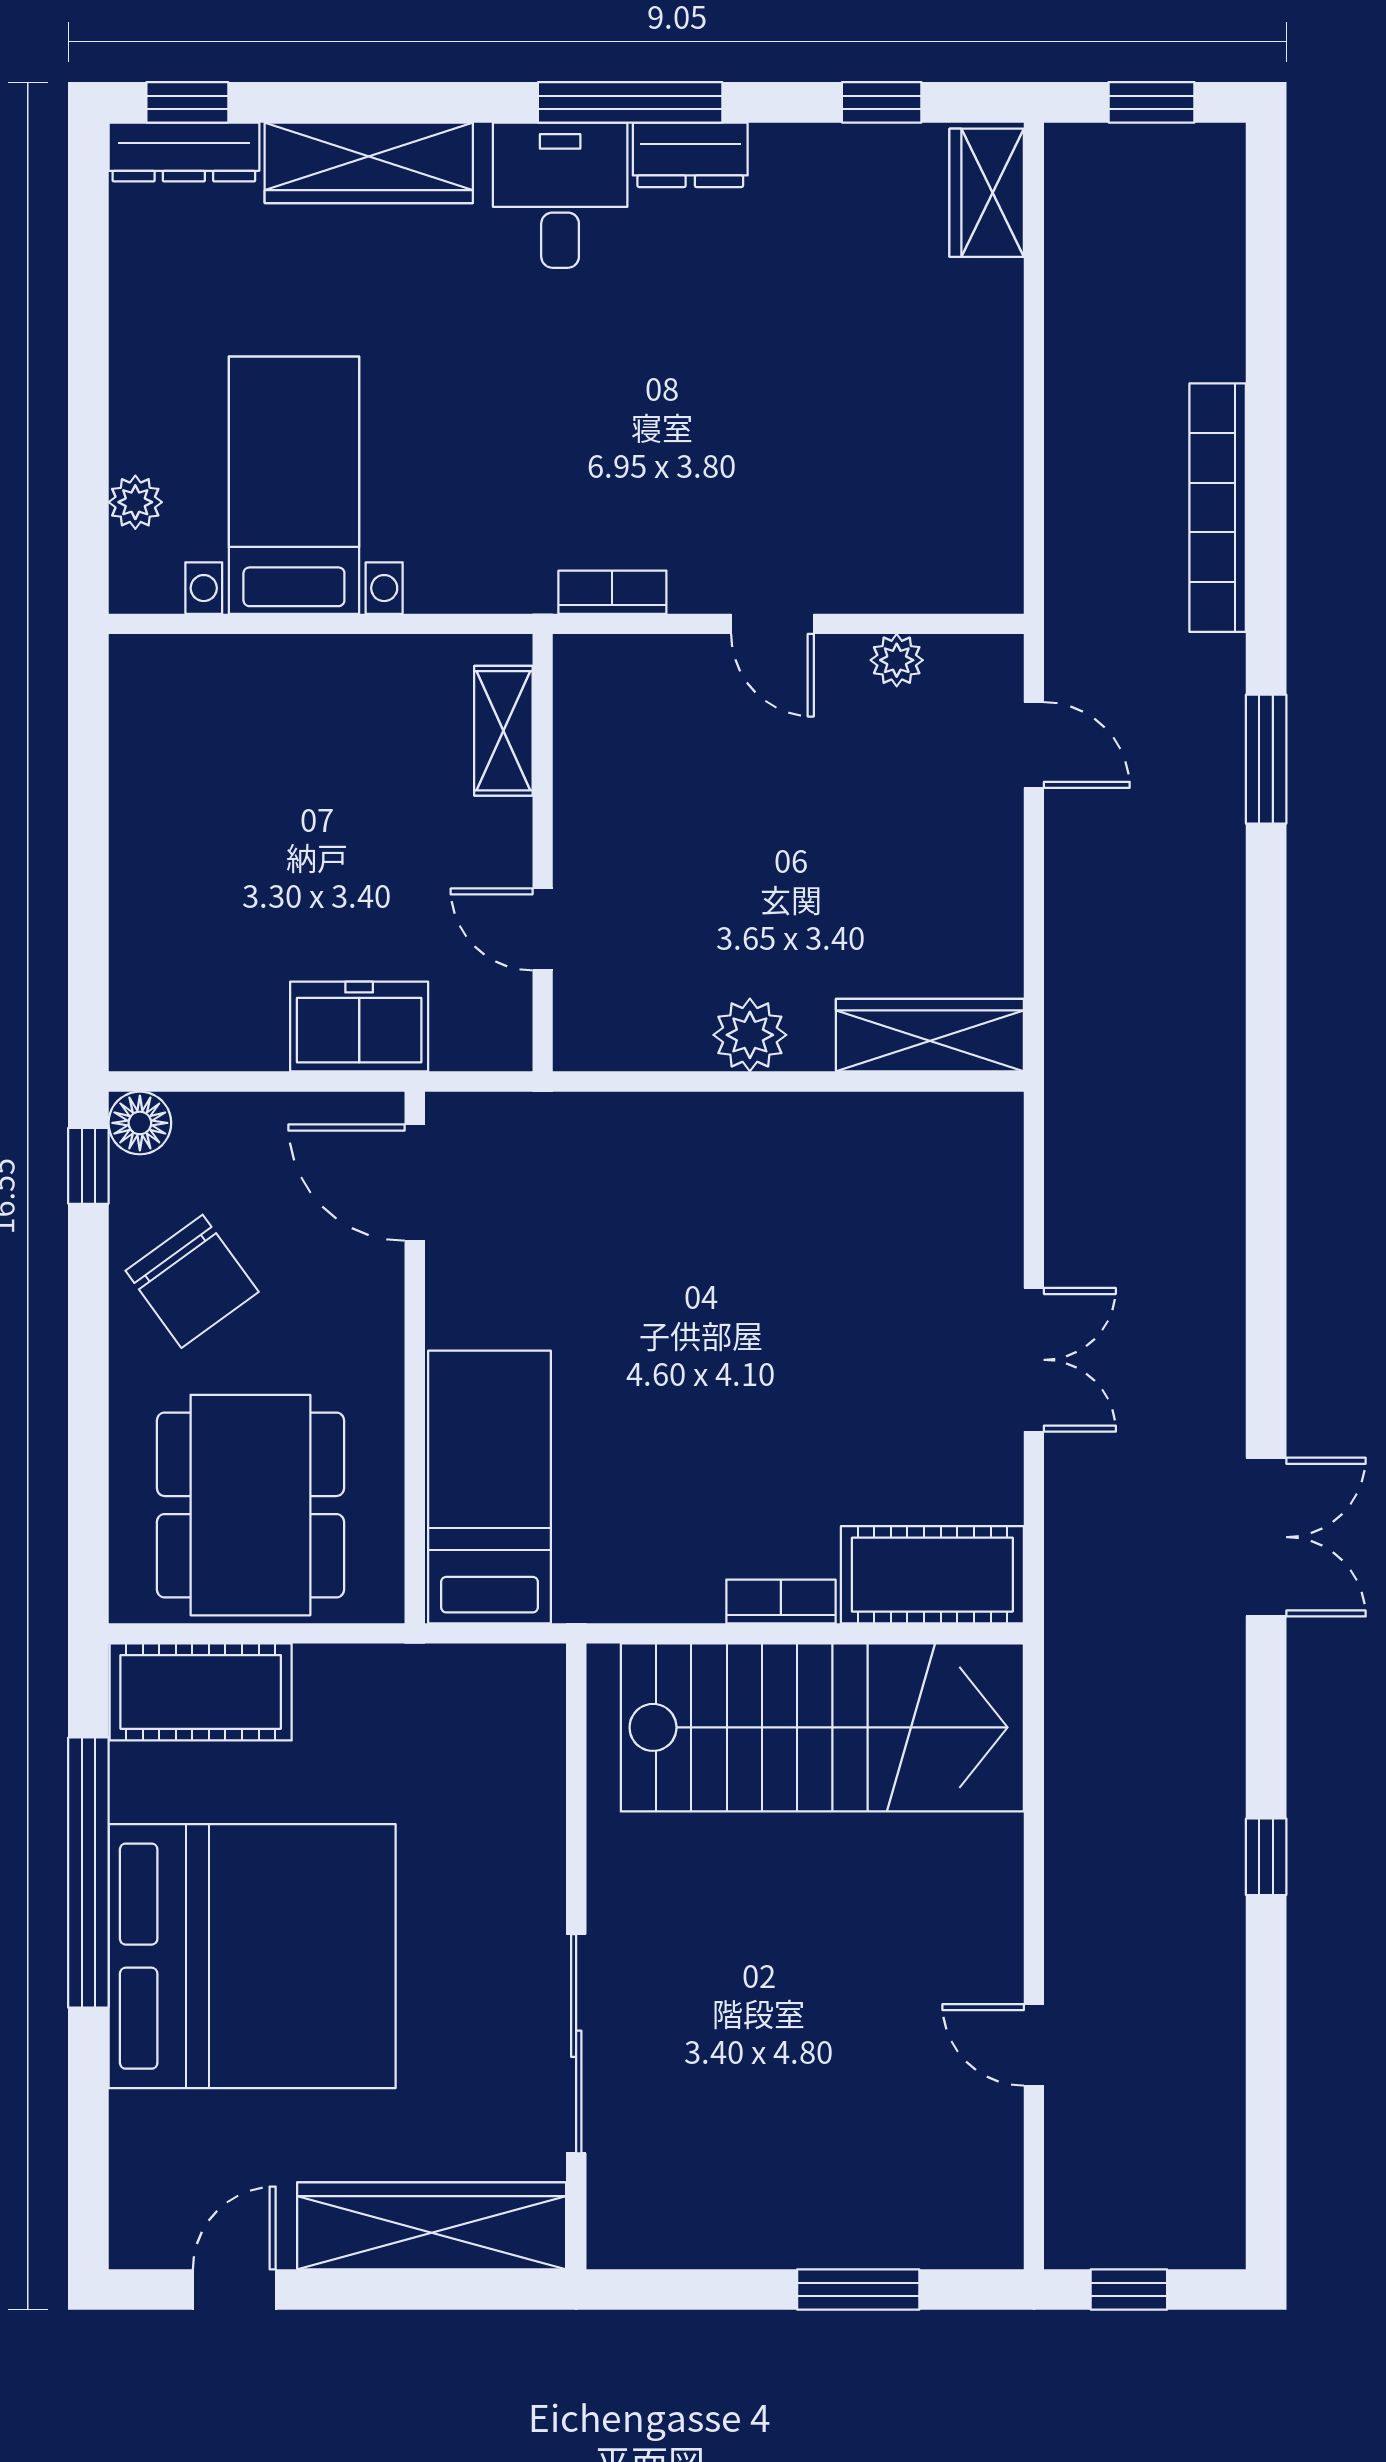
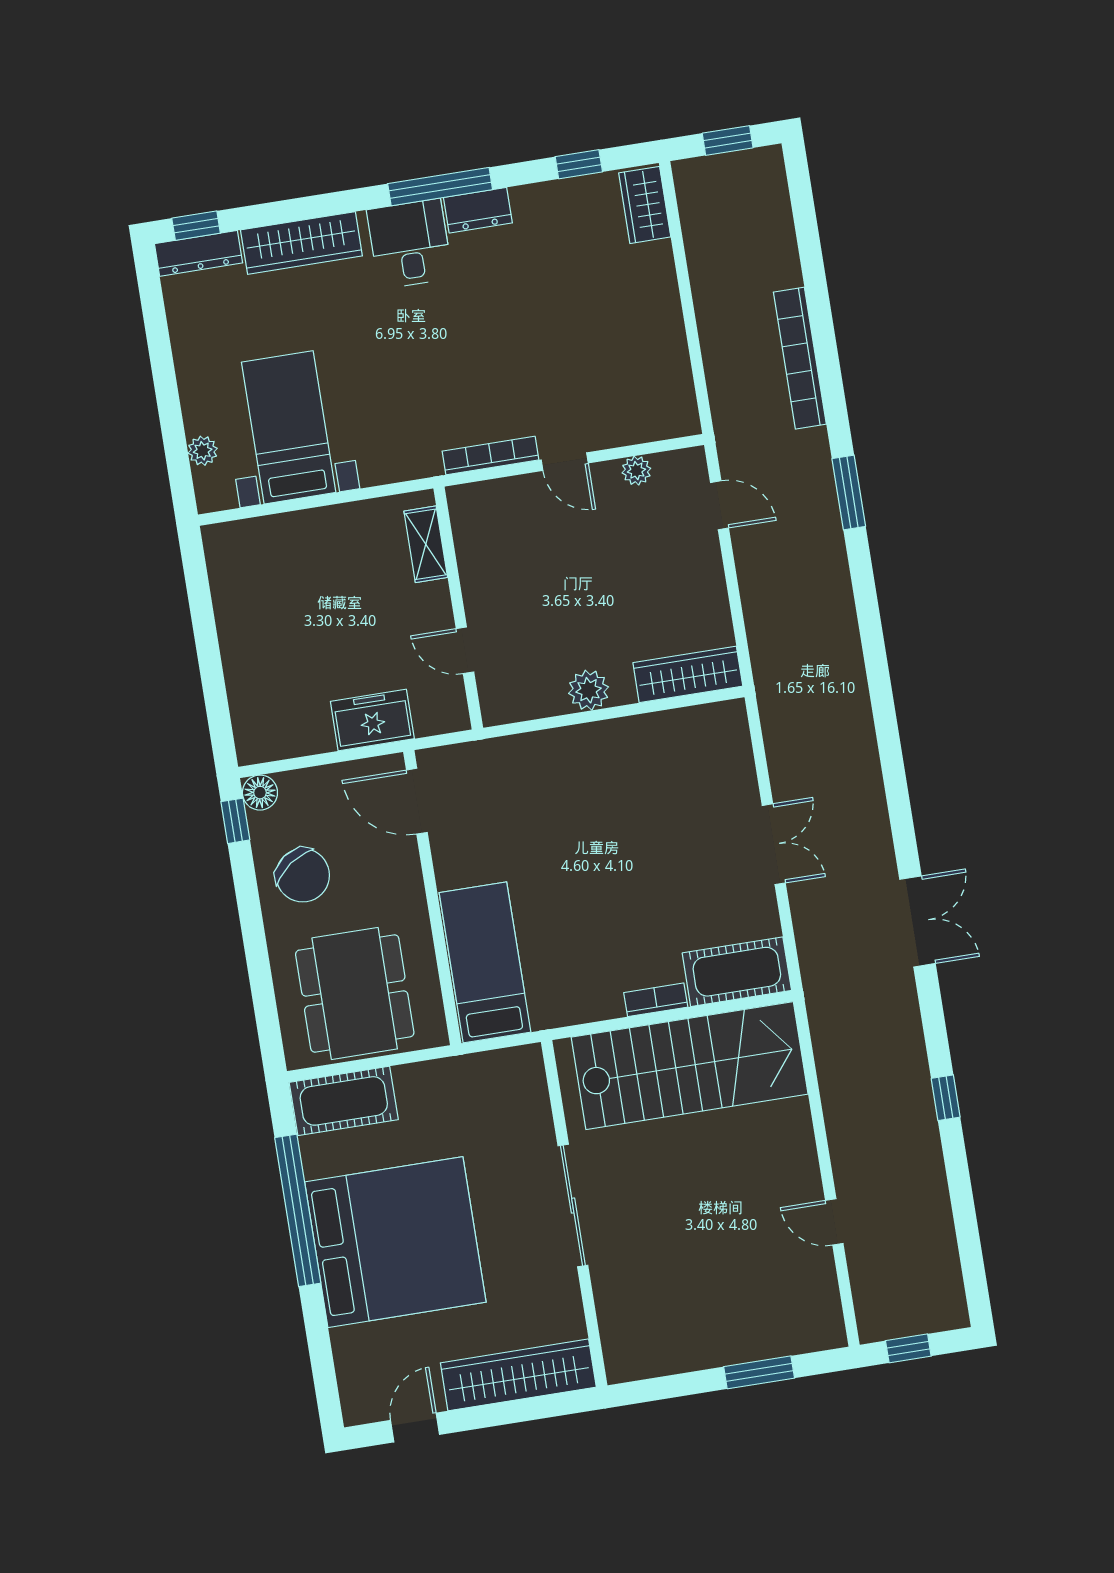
bookcase: (612, 592) -> (490, 456), width x1.56
sliding door: (576, 2044) -> (573, 1206), moved

